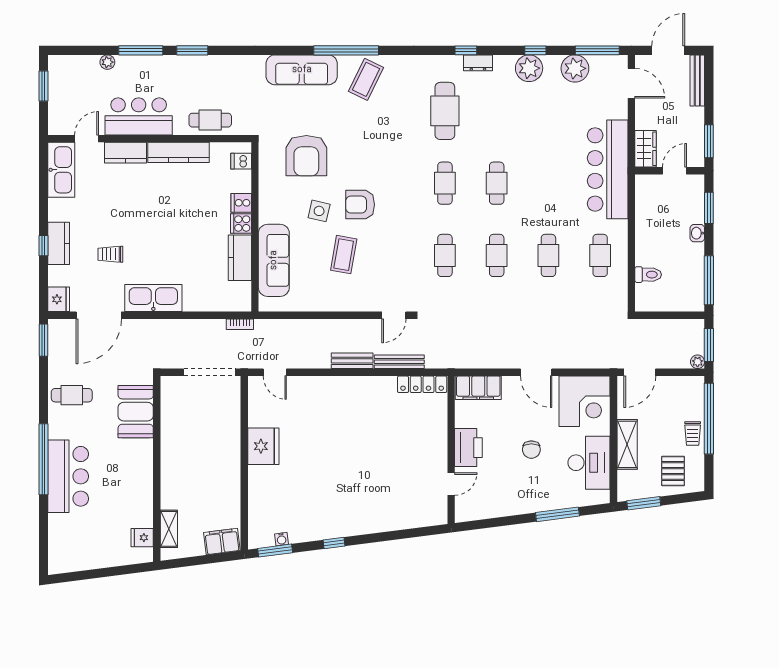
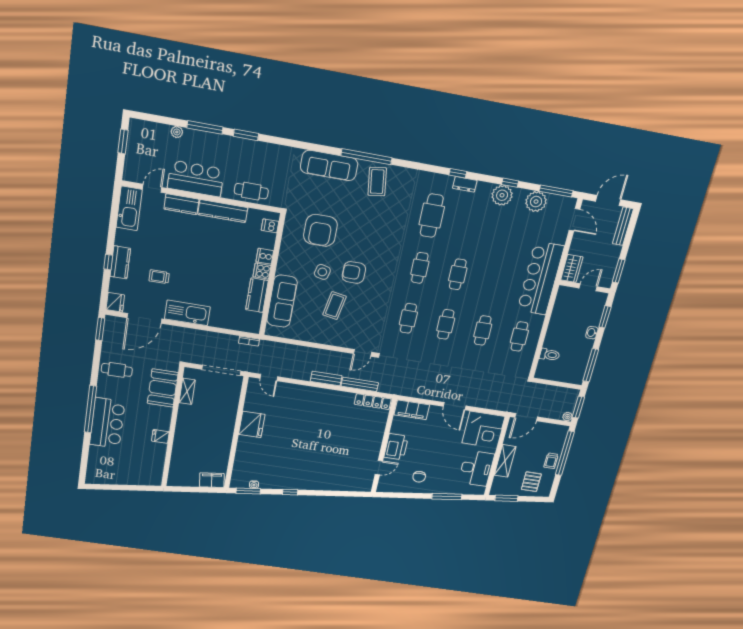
coffee table: (366, 79) -> (377, 182), turned -34
chair: (531, 450) -> (419, 477), moved
shelving: (169, 529) -> (187, 391), moved
fridge: (142, 538) -> (160, 436), moved

